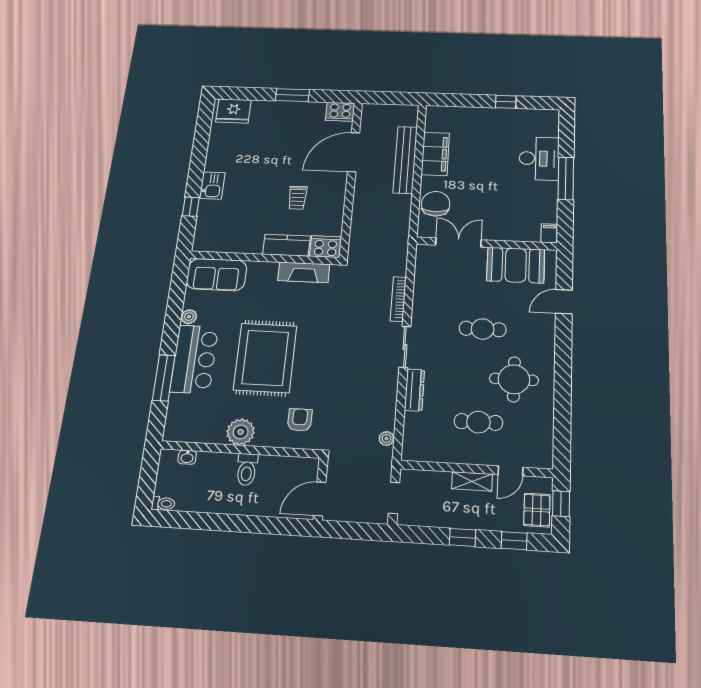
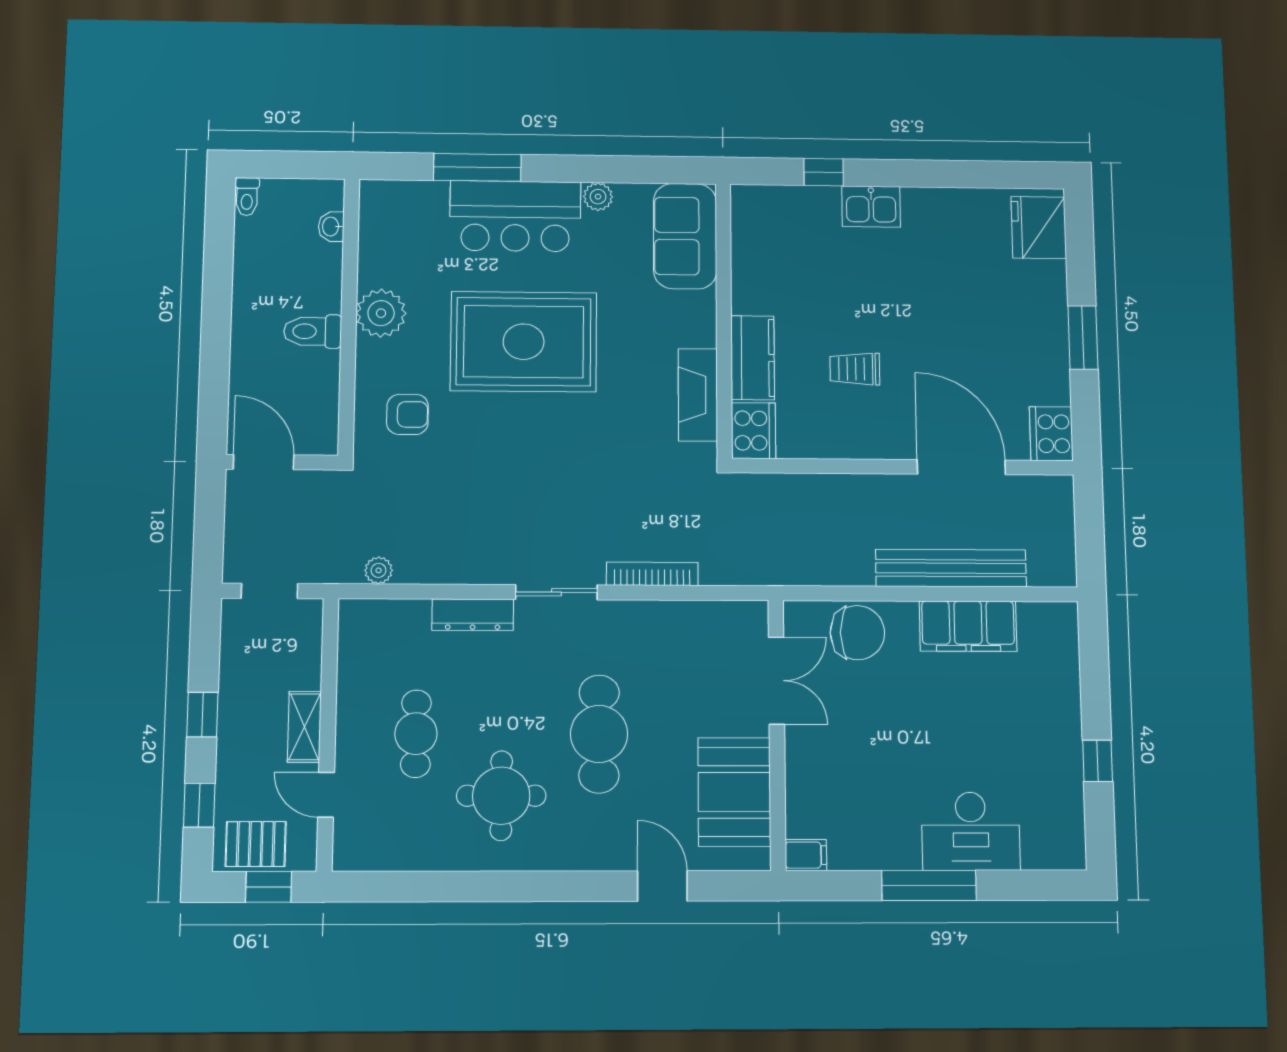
cafe table: (483, 329) -> (599, 734), width x1.37, depth x1.35

